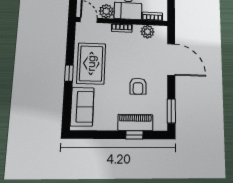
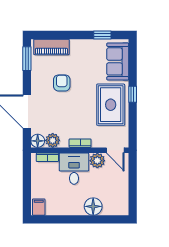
floor lamp: (161, 32) -> (38, 141), added
piano: (135, 122) -> (51, 47), moved
window: (134, 135) -> (102, 35), moved

